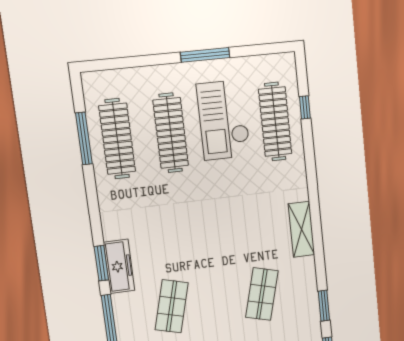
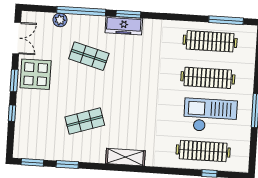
window: (84, 138) -> (226, 20), moved
shop shelf: (262, 294) -> (85, 121), turned -33

